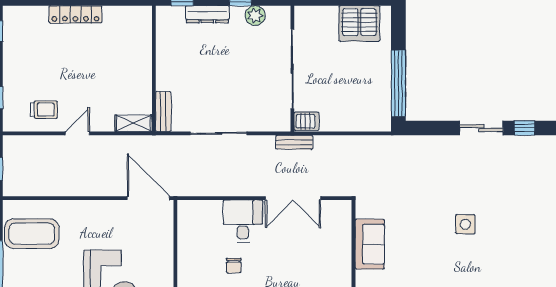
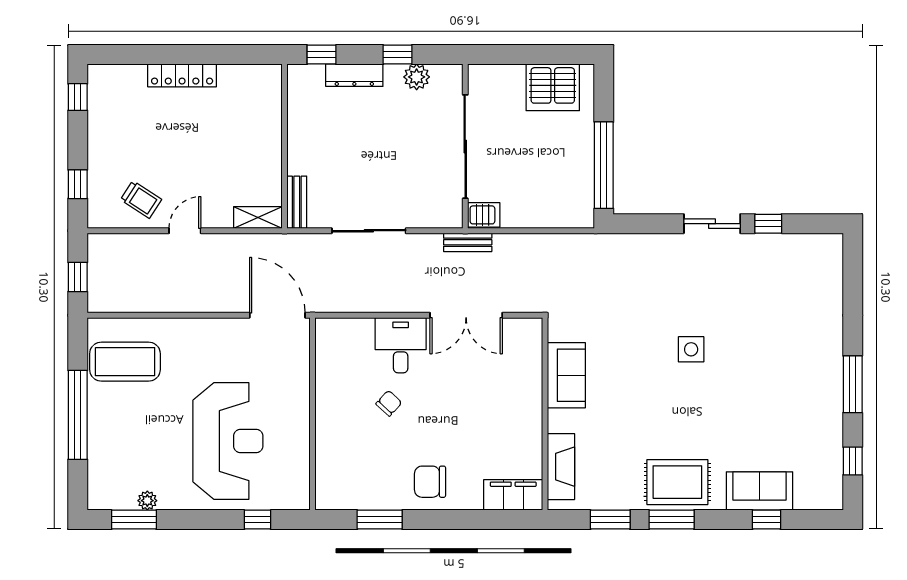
trolley: (44, 110) -> (141, 200), turned 33
chair: (234, 266) -> (389, 403), turned -137

